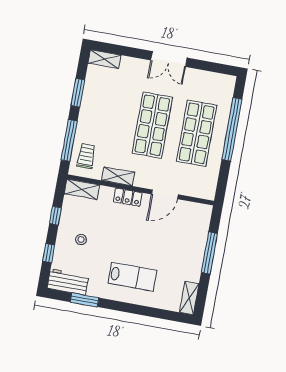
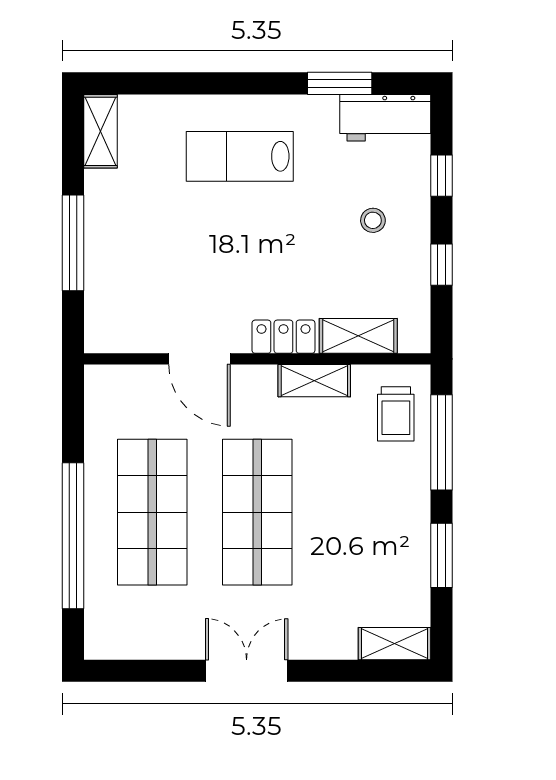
shelving: (82, 189) -> (358, 336), moved
door: (165, 194) -> (199, 359), swing flipped

